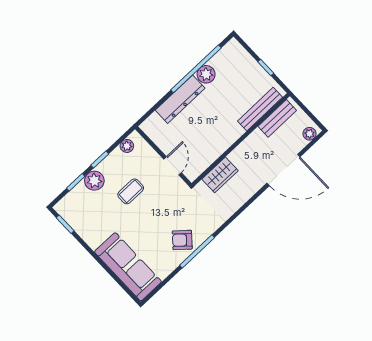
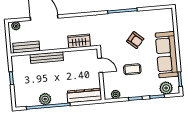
dresser: (180, 99) -> (84, 95), moved
bench: (260, 109) -> (47, 58), moved
door: (173, 166) -> (100, 65), swing flipped
plant: (94, 181) -> (166, 88), moved
armchair: (182, 240) -> (135, 40), moved
sofa: (128, 267) -> (167, 55), moved

